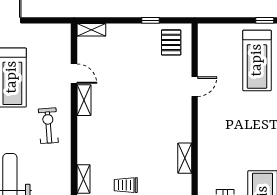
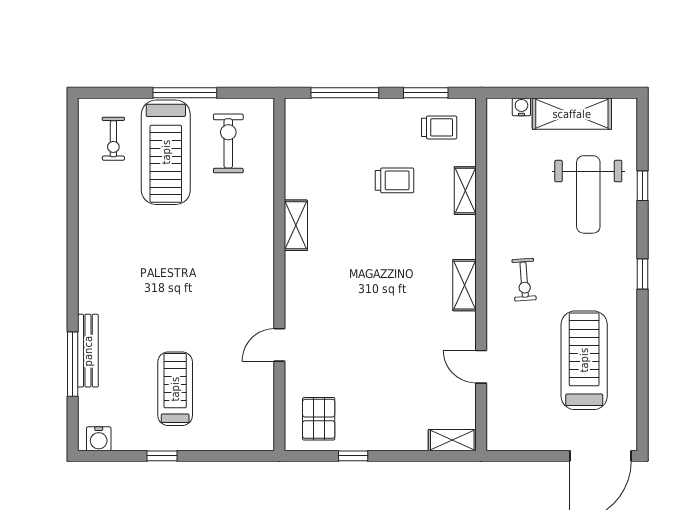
treadmill: (257, 60) -> (175, 389), width x0.73, depth x0.73
shelving: (84, 100) -> (464, 285), moved
exercise bike: (48, 126) -> (524, 280), width x0.73, depth x0.72

